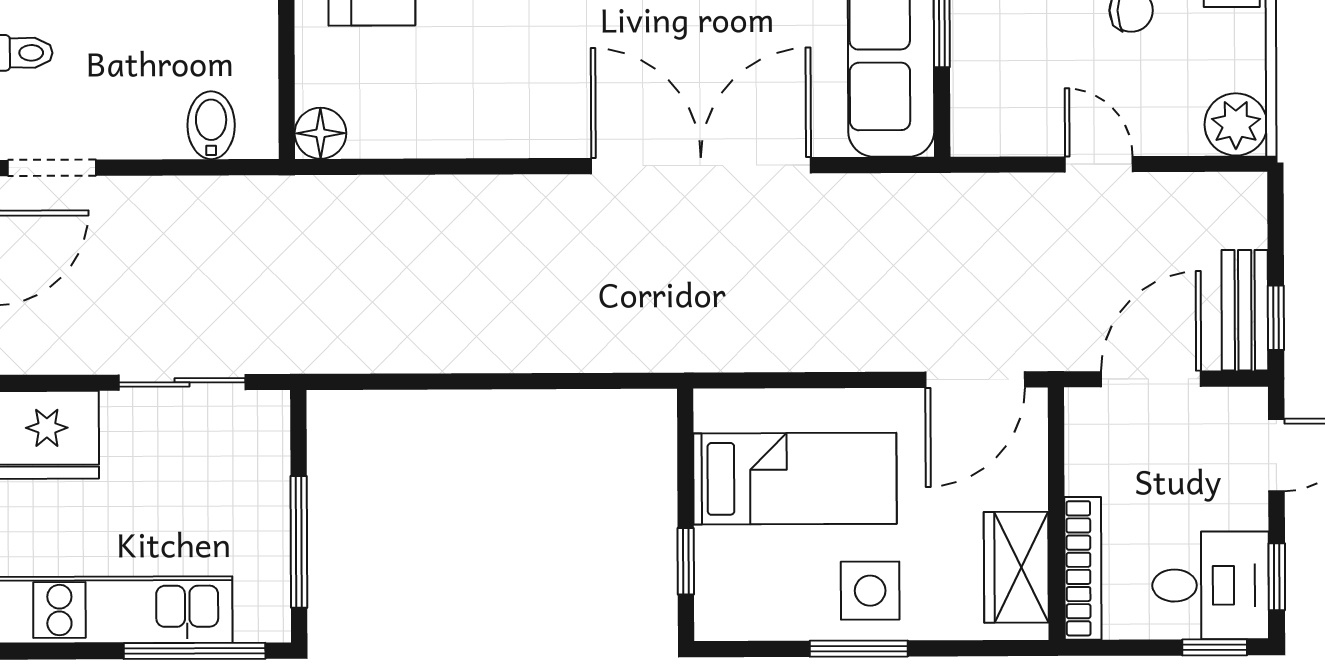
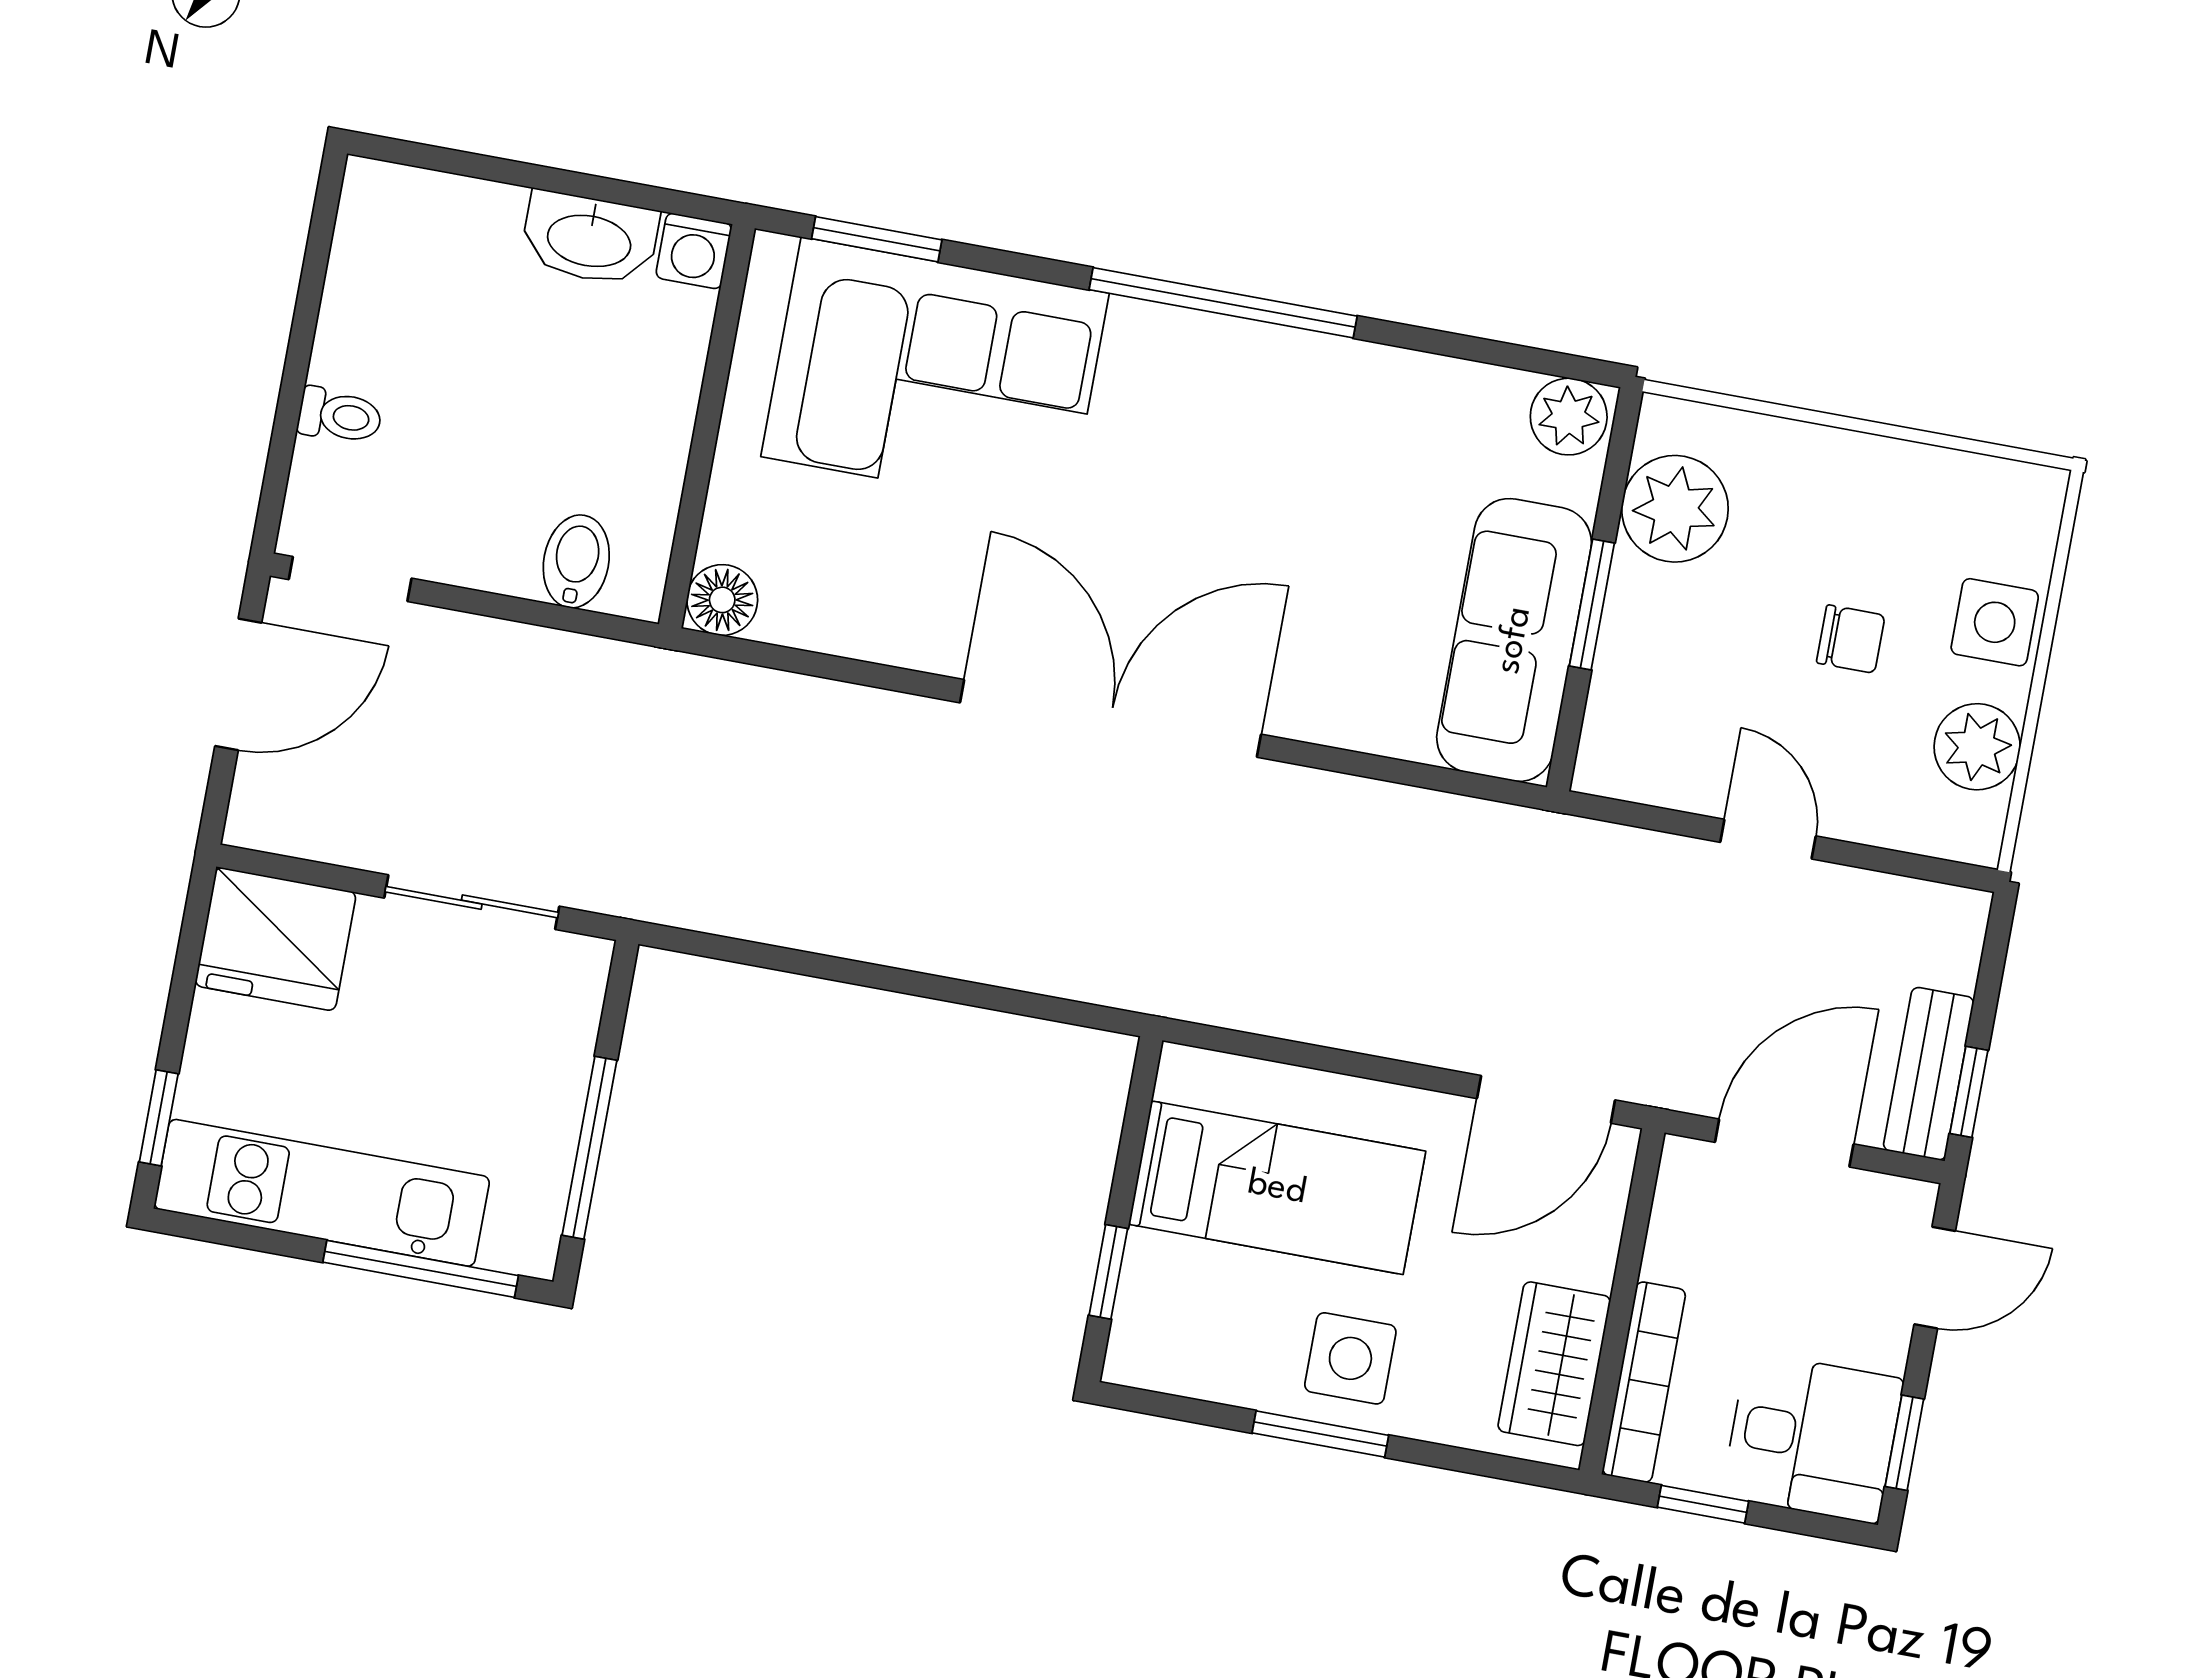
plant: (1236, 124) -> (1977, 747), moved
double door: (701, 166) -> (1111, 718), moved
window: (1215, 647) -> (1703, 1504), moved

